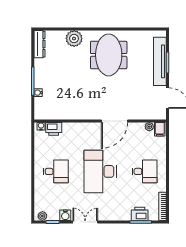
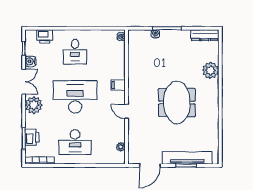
meeting table: (109, 55) -> (177, 103), moved, turned 90
door: (114, 121) -> (127, 111), width x0.53
printer: (54, 129) -> (45, 36), moved, turned -90
filing cabinet: (160, 129) -> (118, 85), moved
desk: (145, 171) -> (75, 142), width x1.37
plant: (42, 216) -> (34, 105), moved, width x1.88, depth x1.88

